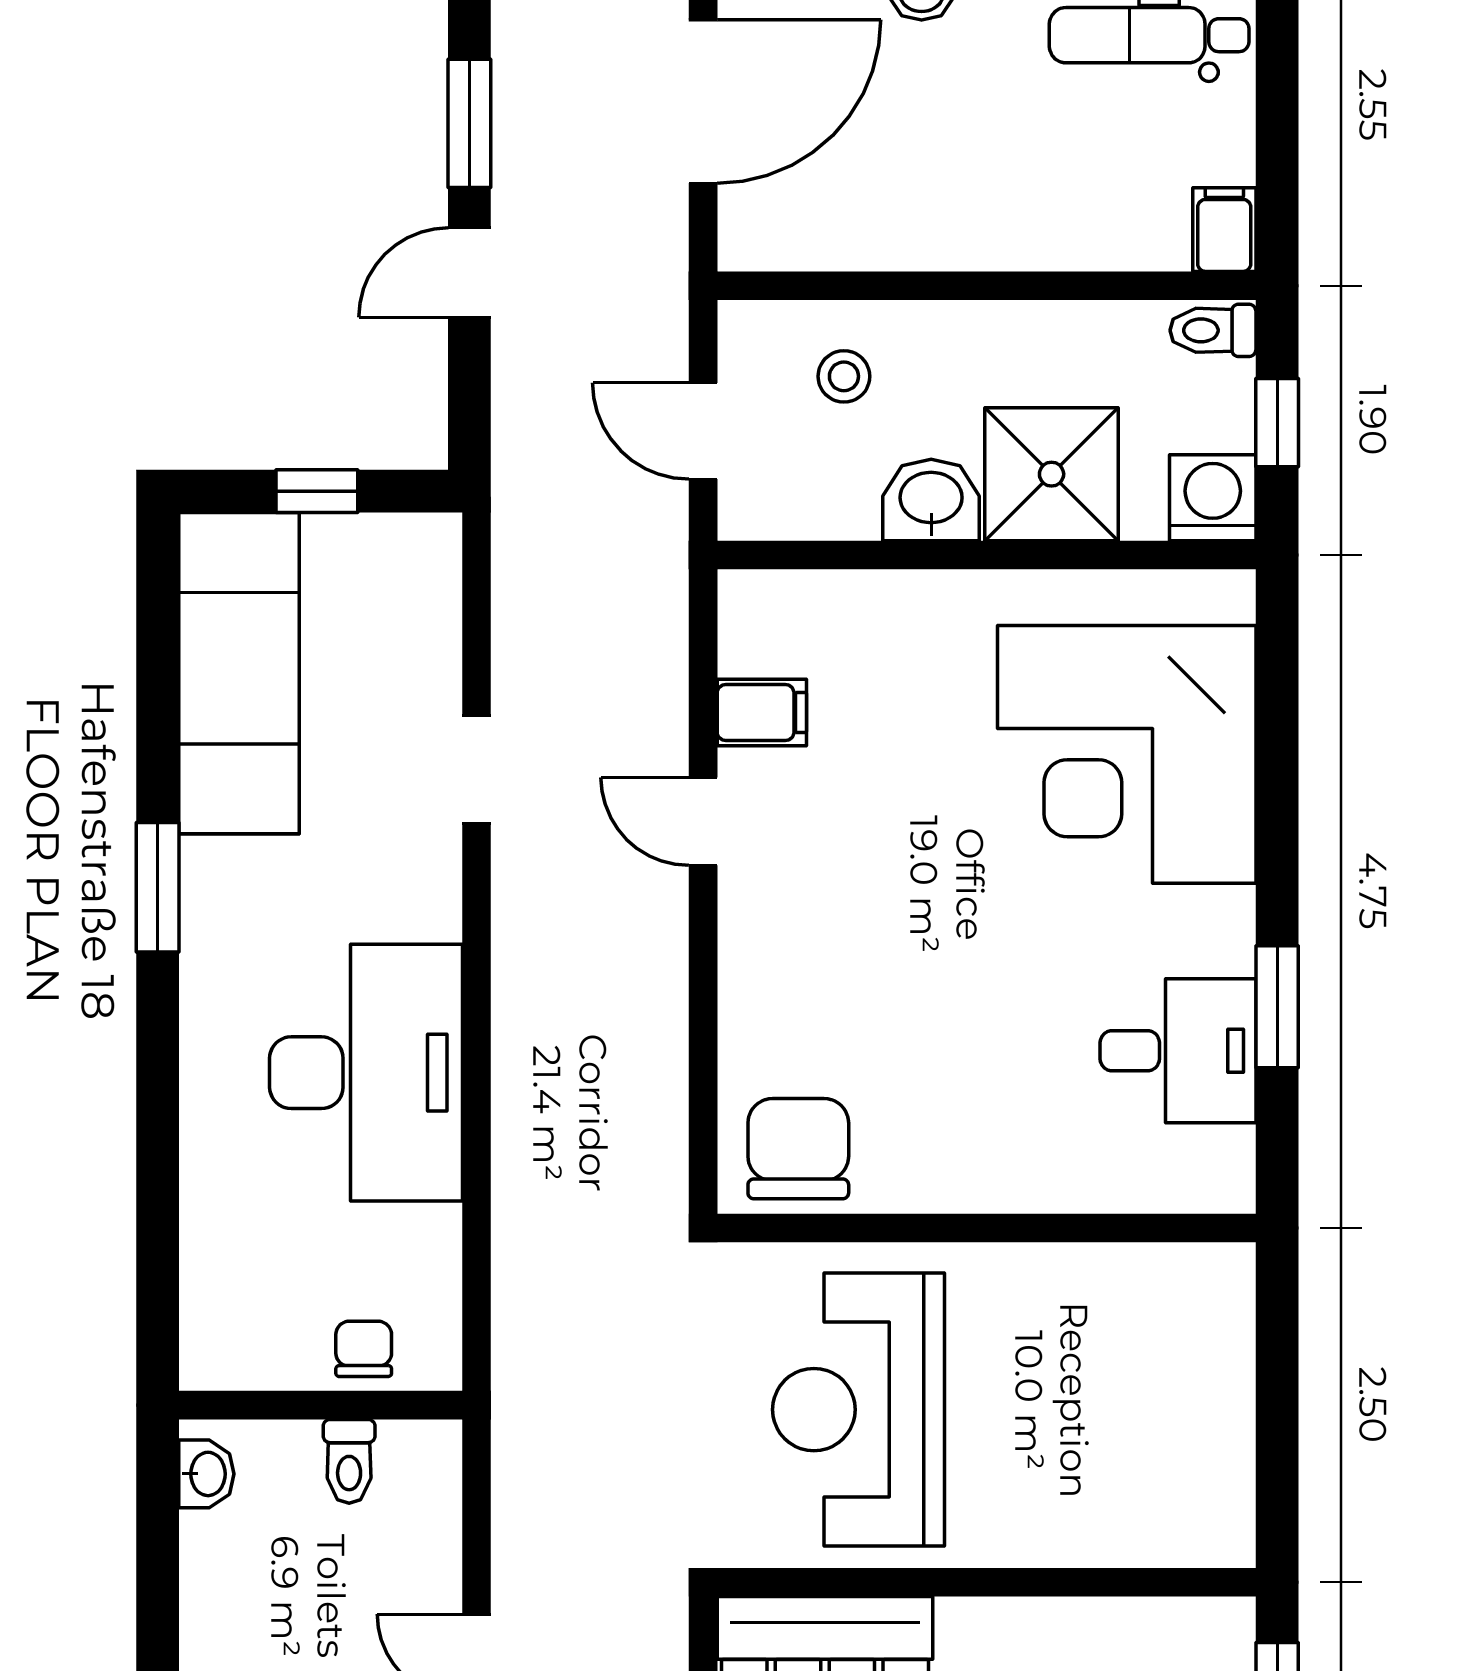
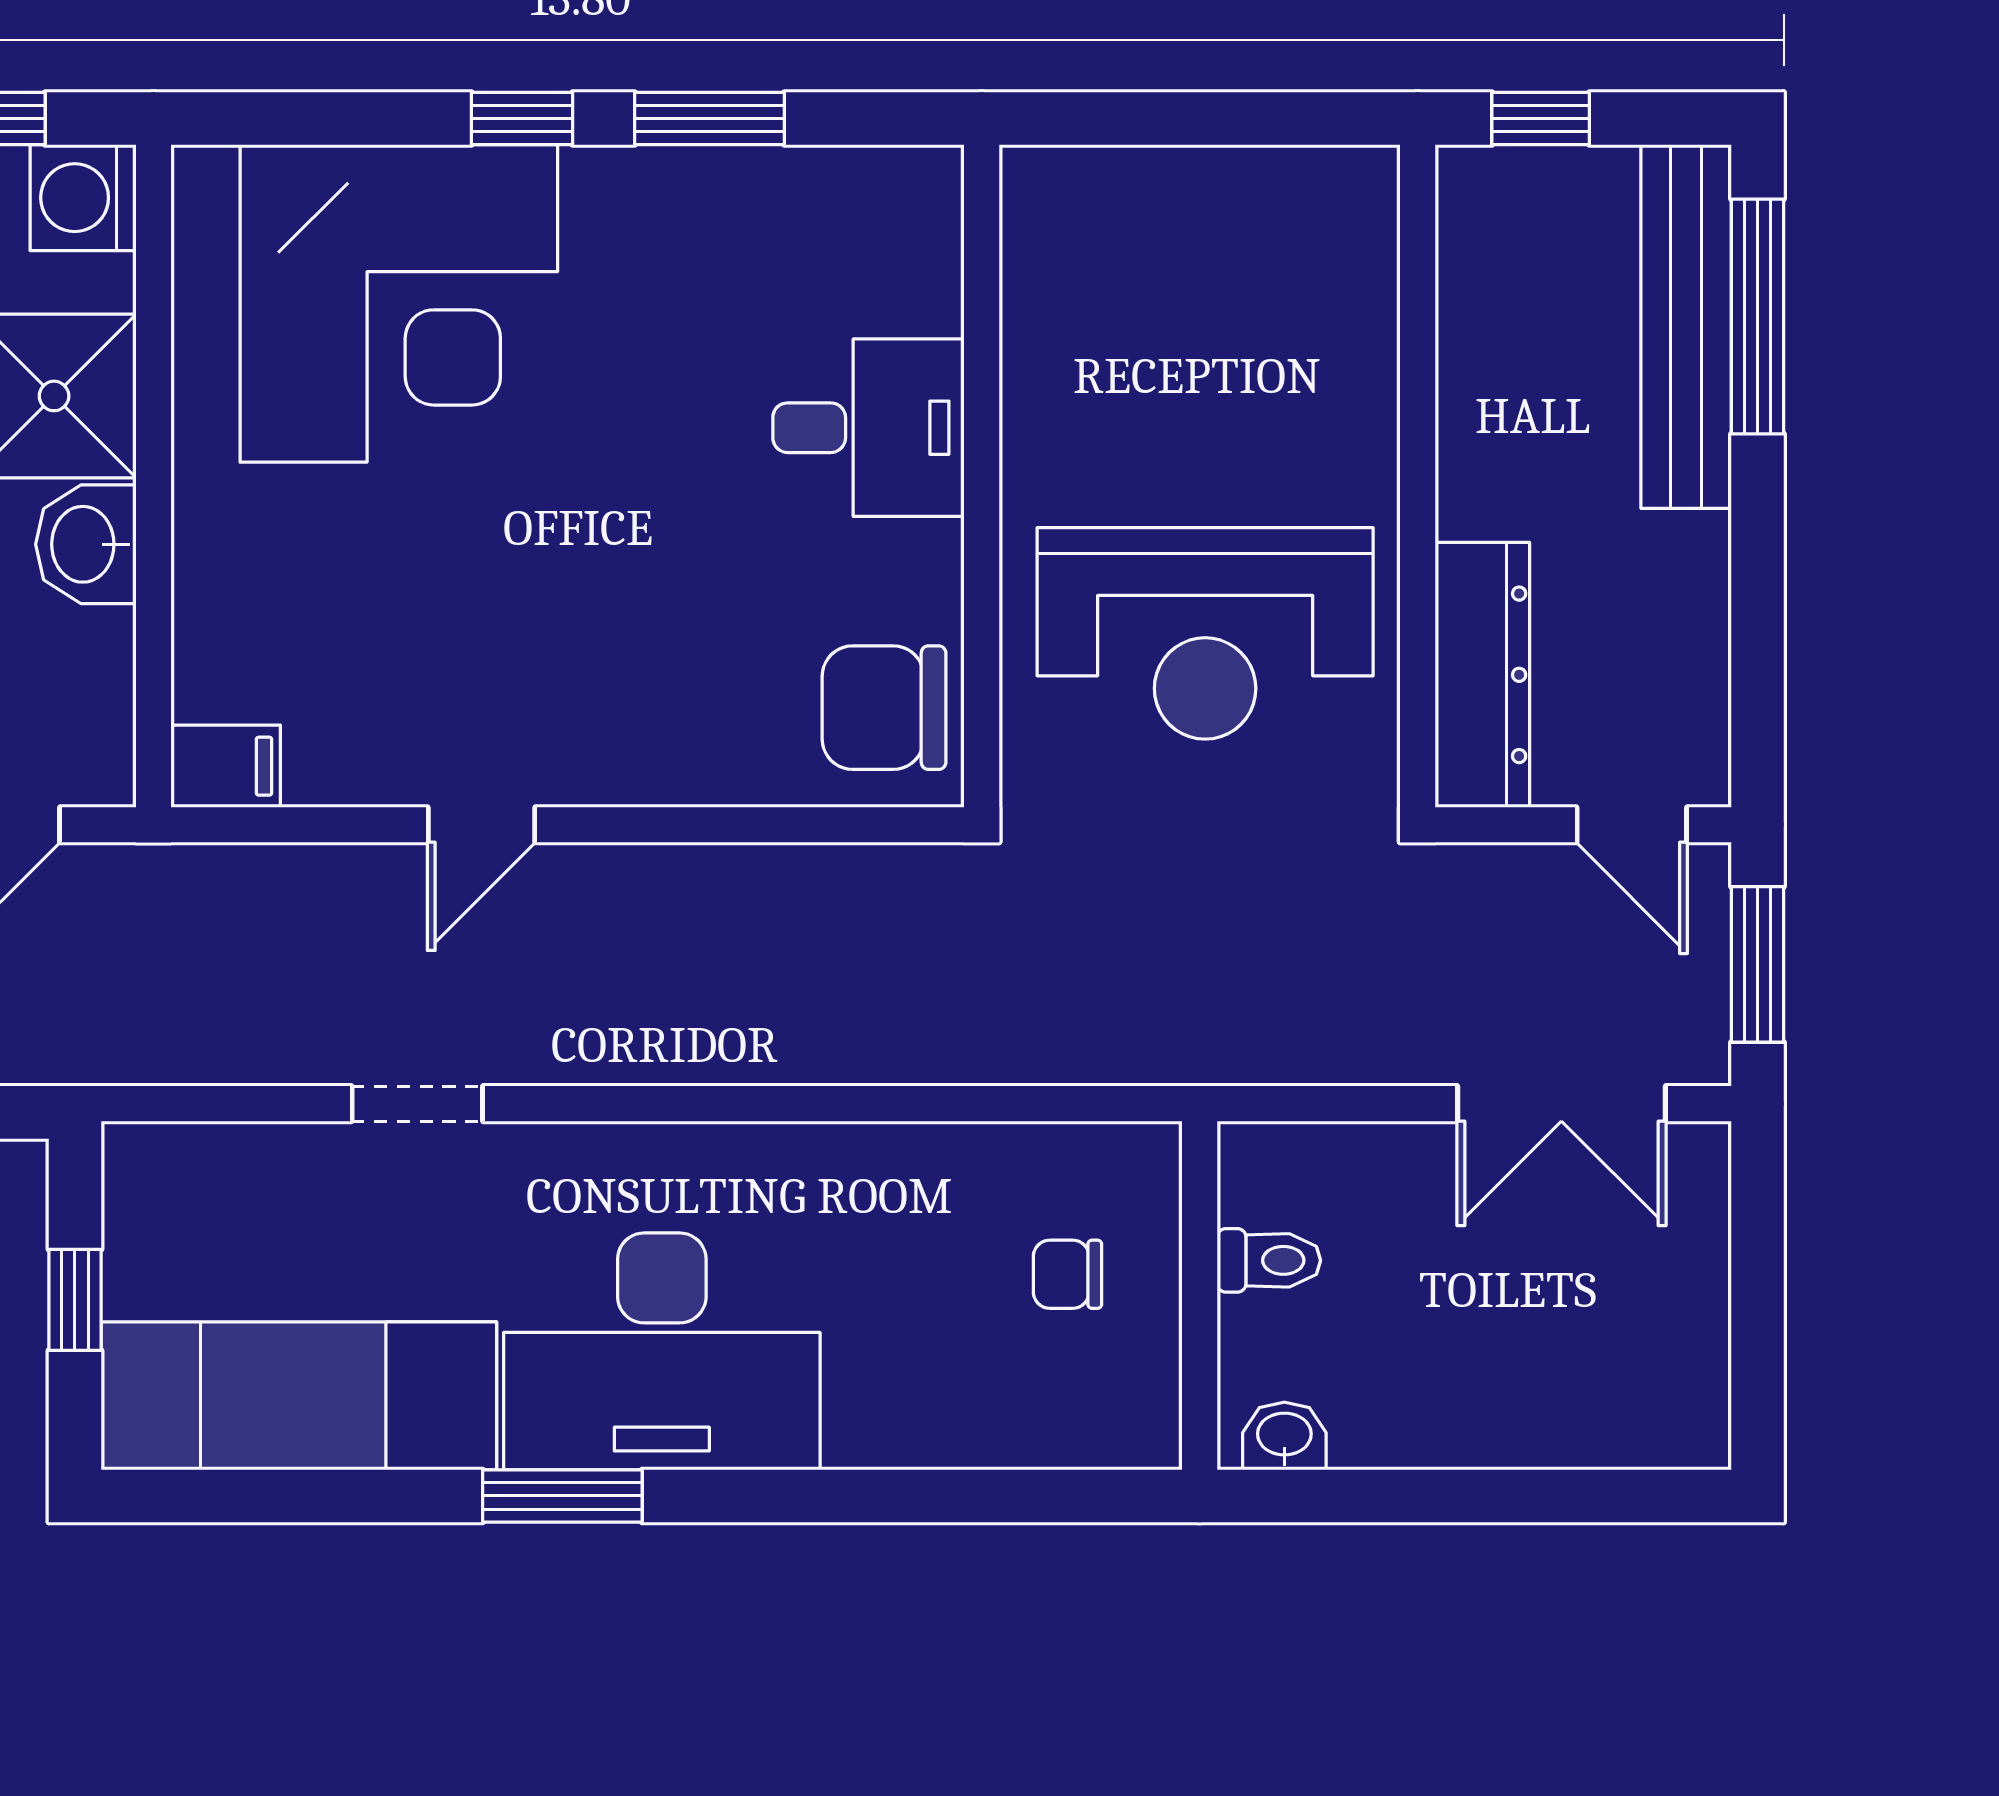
filing cabinet: (762, 713) -> (226, 766), moved, turned 90
window: (1277, 854) -> (522, 119), added
desk: (1178, 1051) -> (869, 428), moved, turned 90
desk: (366, 1073) -> (662, 1351), moved, turned 180
chair: (364, 1349) -> (1067, 1274), moved

